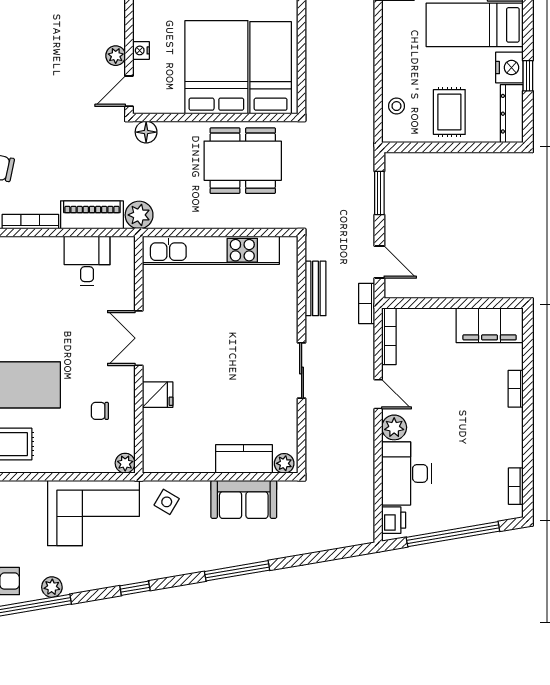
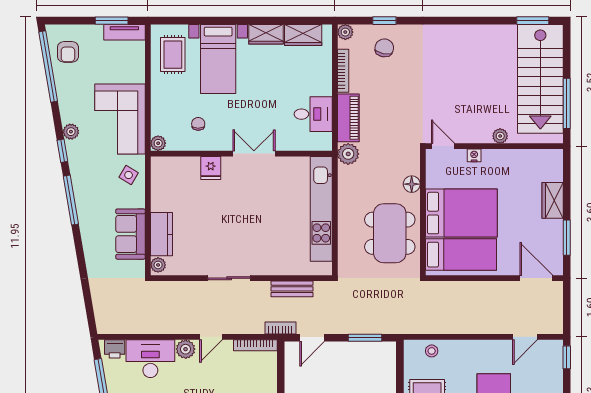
plant: (116, 56) -> (500, 136), moved
floor lamp: (146, 132) -> (412, 184), moved
window: (237, 571) -> (71, 200), moved
plant: (52, 587) -> (71, 132), moved

